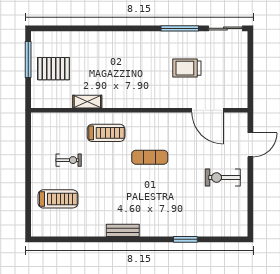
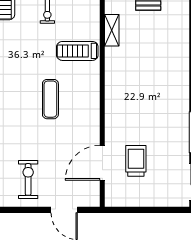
trolley: (187, 68) -> (136, 161), moved
treadmill: (106, 133) -> (77, 51), turned 90

